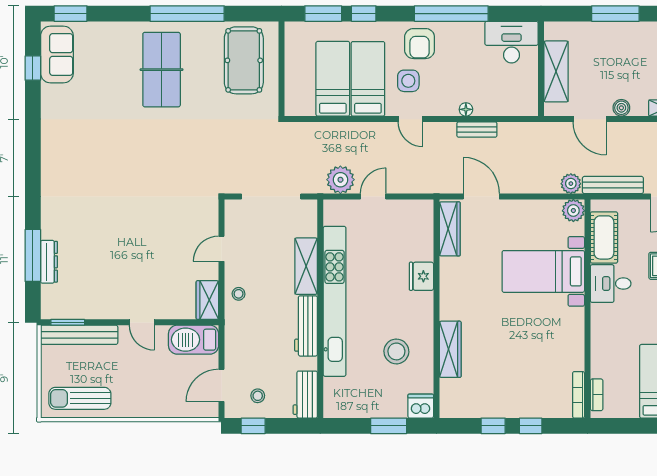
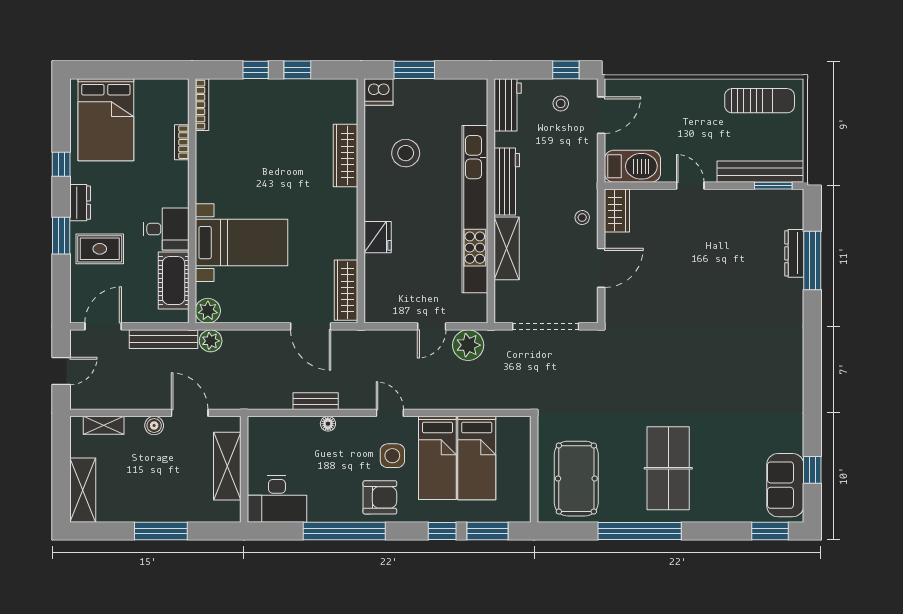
armchair: (420, 44) -> (380, 497), turned 90
door: (222, 249) -> (601, 268), width x1.38
bookcase: (597, 395) -> (182, 142), moved

